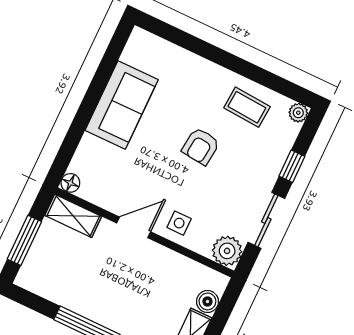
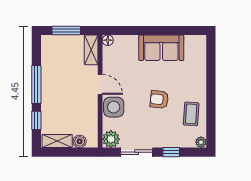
side table: (179, 223) -> (114, 107), width x1.87, depth x1.87

